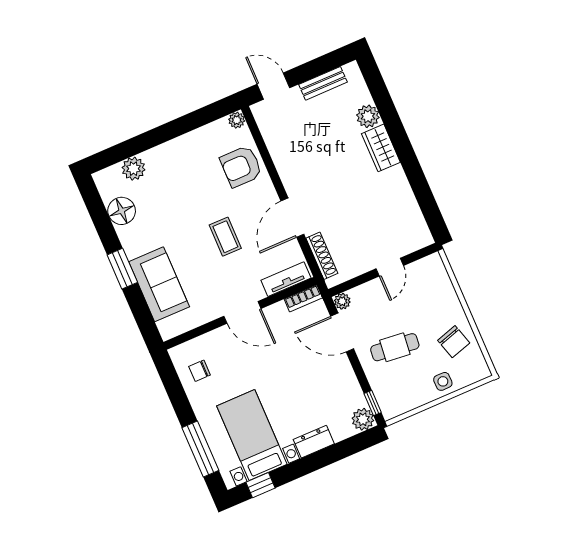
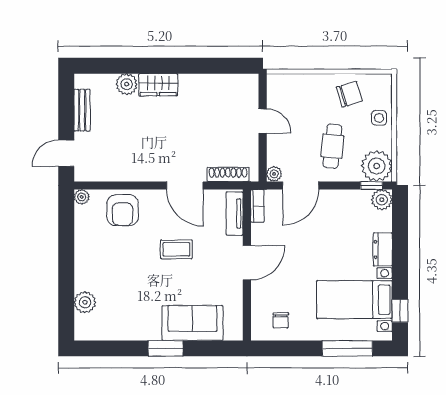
floor lamp: (122, 211) -> (116, 328), removed
plant: (394, 400) -> (377, 166), added

